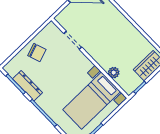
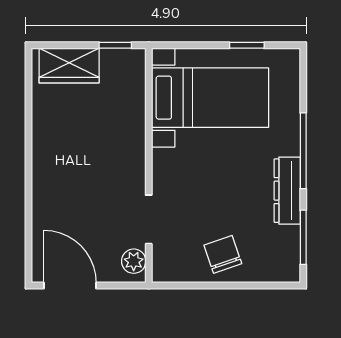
plant: (114, 73) -> (134, 261), moved
dresser: (28, 86) -> (287, 191), moved

